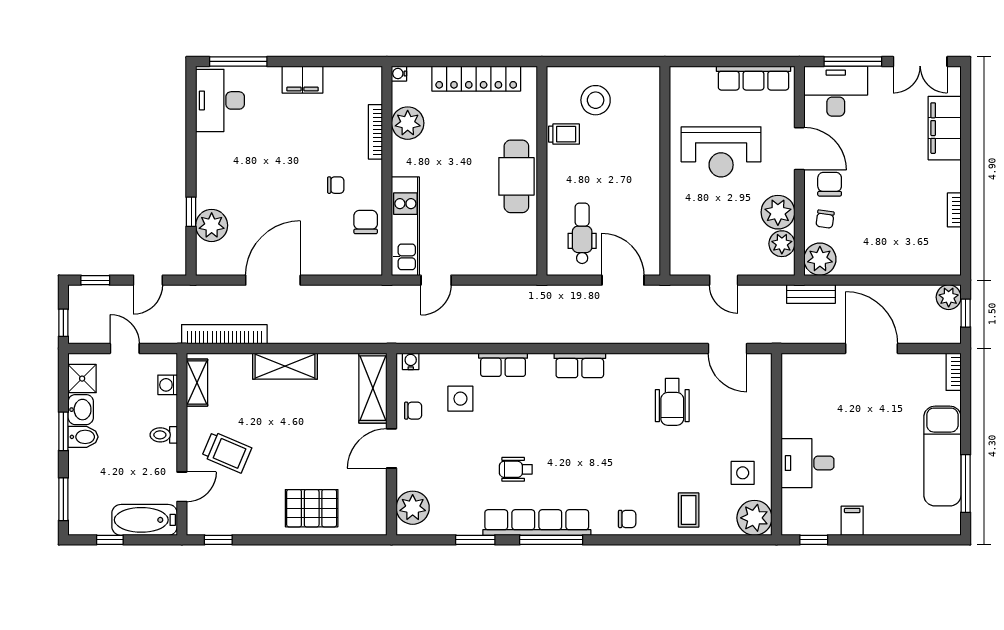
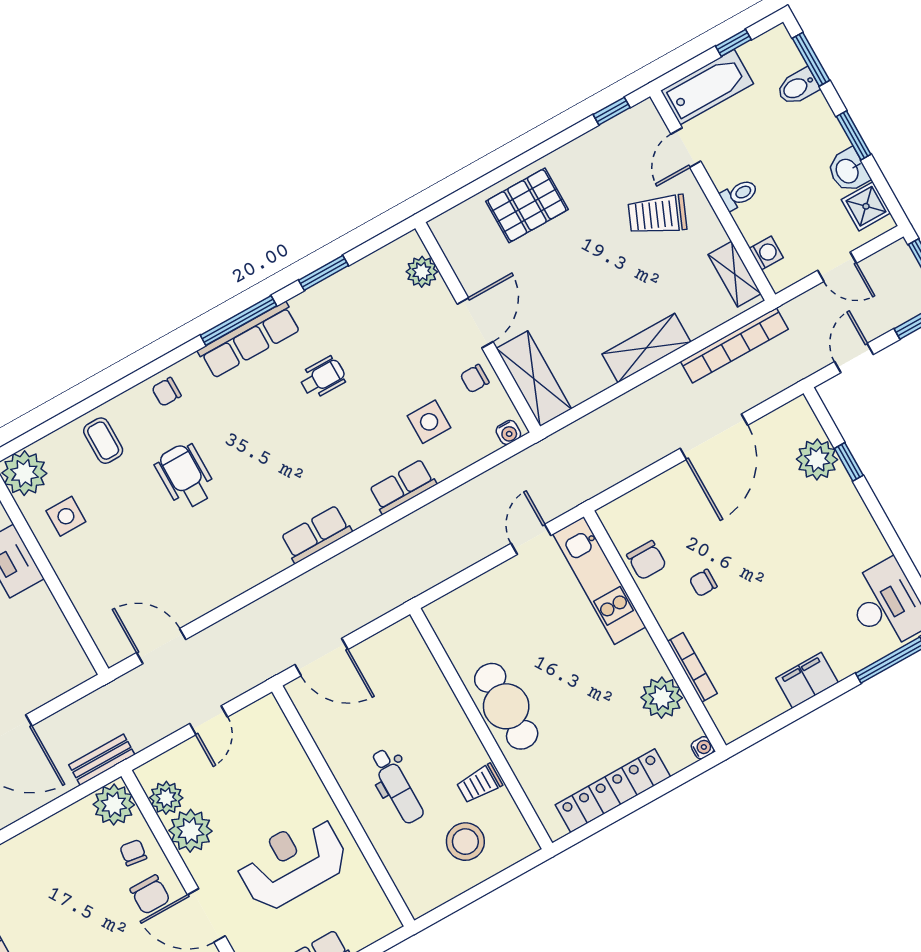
dental chair: (582, 233) -> (397, 786), moved
door: (724, 280) -> (208, 720), swing flipped
wheelchair: (672, 402) -> (185, 476), moved
bidet: (83, 437) -> (798, 87), moved
plant: (413, 508) -> (422, 272), width x0.73, depth x0.73
row of seats: (537, 523) -> (249, 340), width x0.73

